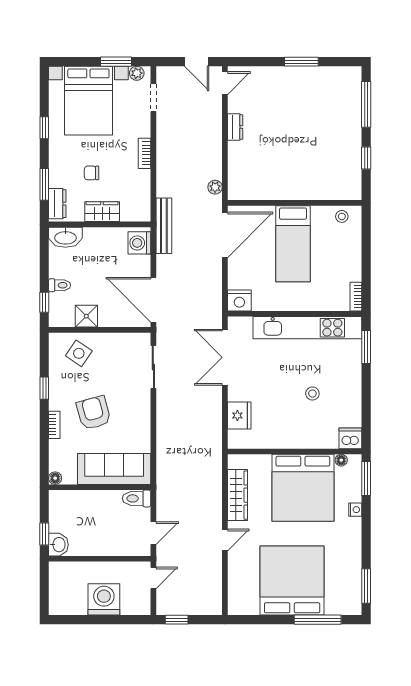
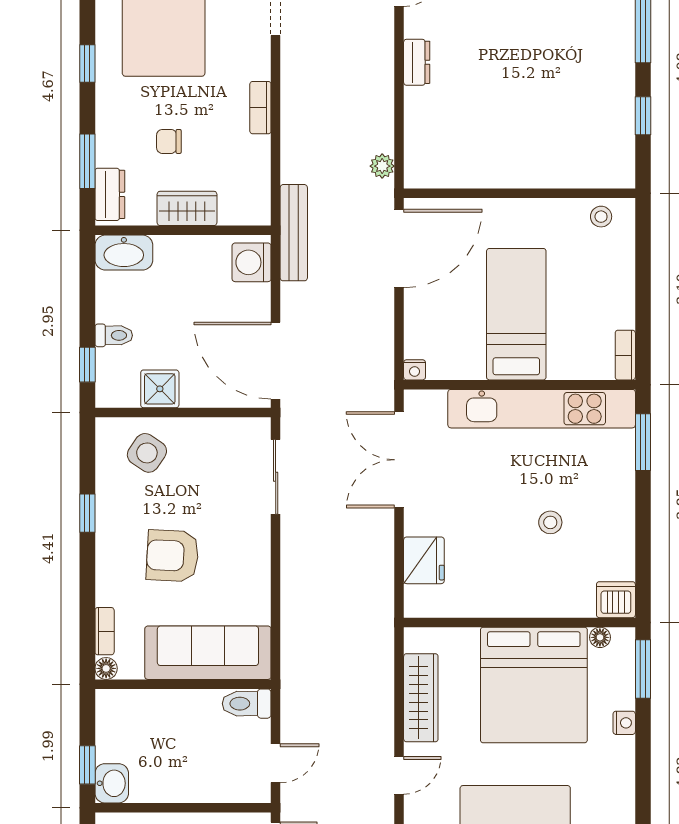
bed: (293, 244) -> (516, 314), moved, turned 180
nightstand: (239, 300) -> (415, 370), width x0.53, depth x0.56
armchair: (94, 413) -> (172, 556), turned -72
bookcase: (54, 425) -> (105, 631), moved

